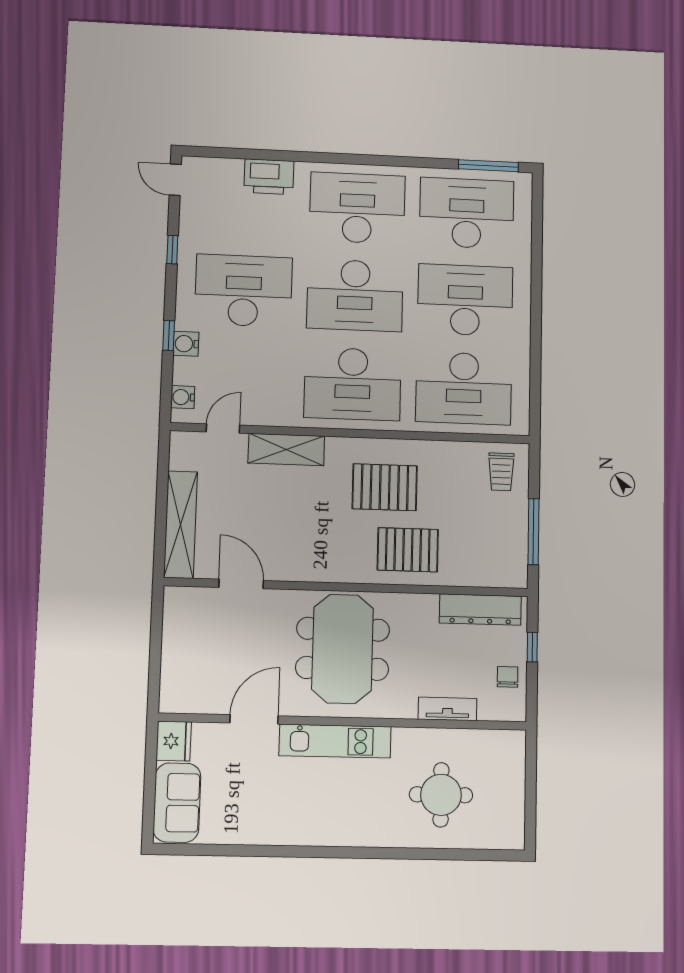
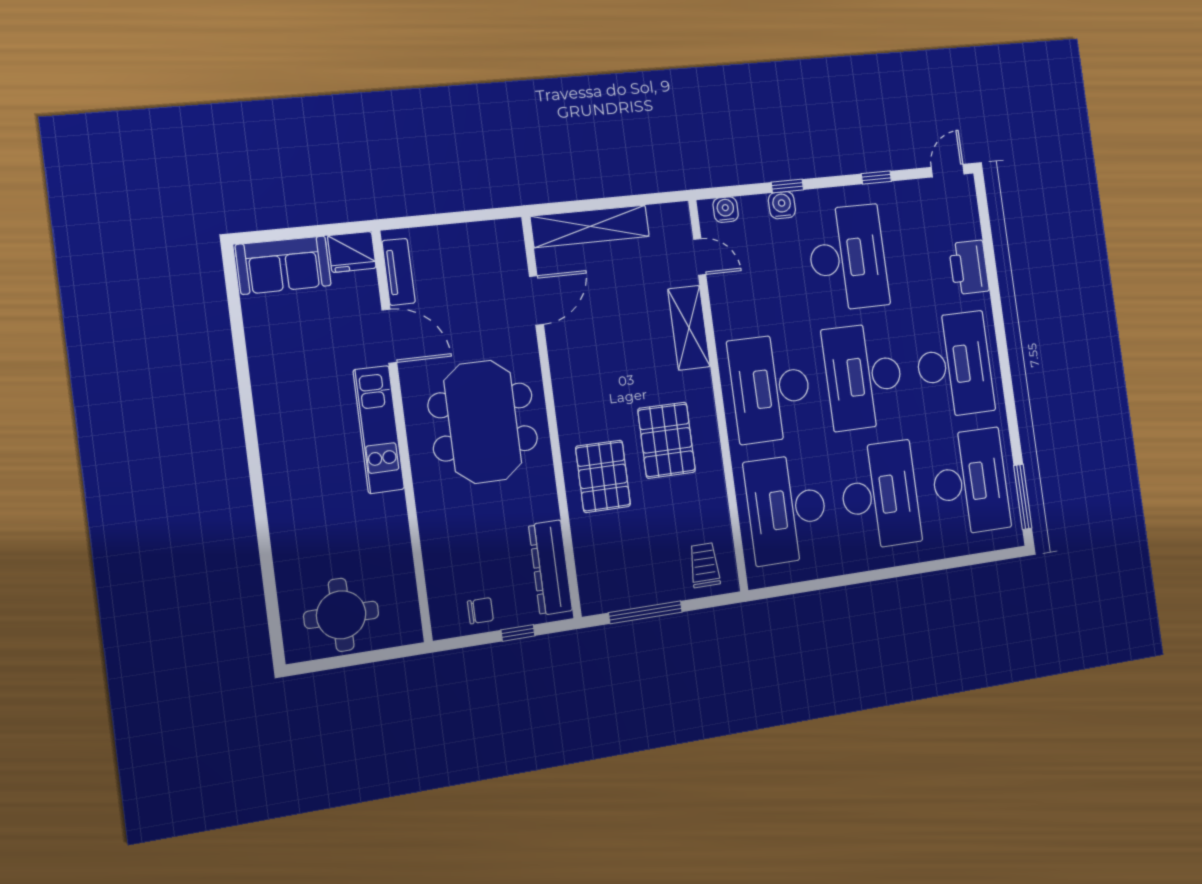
trolley: (501, 472) -> (705, 565), turned 90
meeting table: (343, 649) -> (483, 422), turned 90
tv unit: (447, 709) -> (399, 272), moved
round table: (441, 795) -> (341, 615), moved

